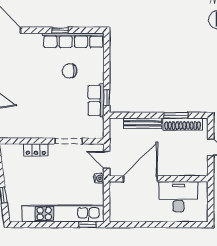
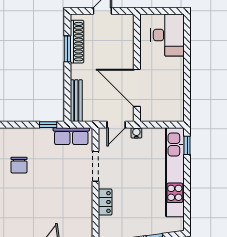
row of seats: (96, 100) -> (71, 136), moved
bench: (143, 123) -> (76, 101), moved
desk: (178, 197) -> (167, 35), moved, turned 180

